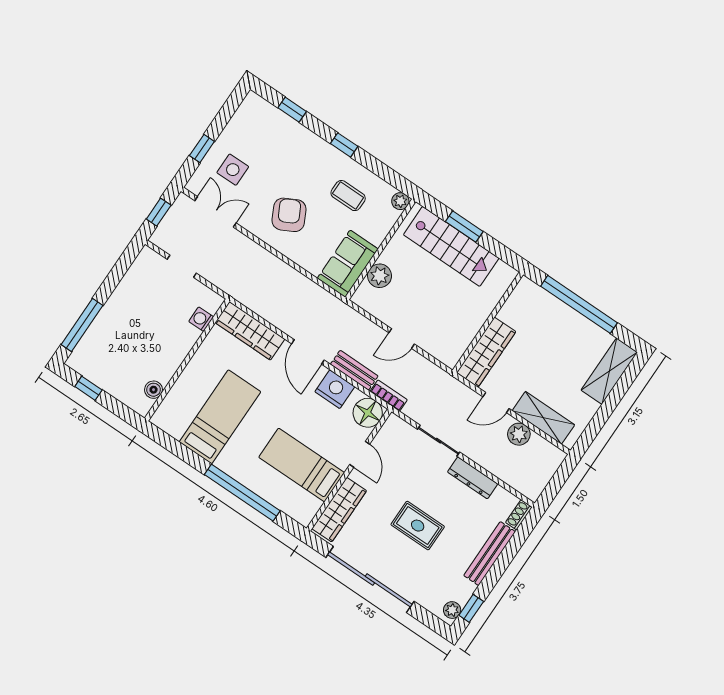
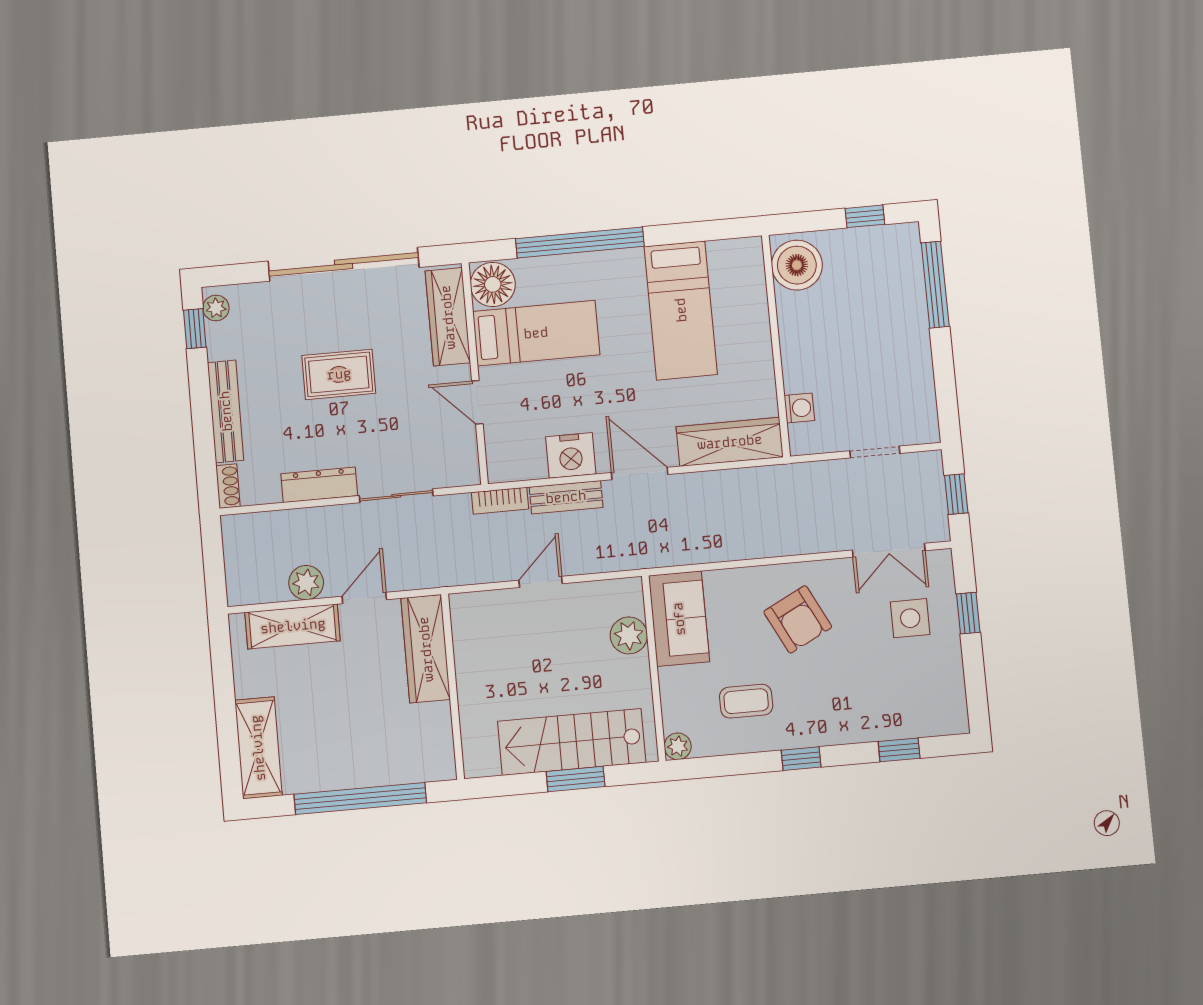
boiler: (153, 390) -> (797, 265), width x1.86, depth x1.86
floor lamp: (368, 413) -> (493, 284), moved

